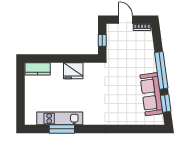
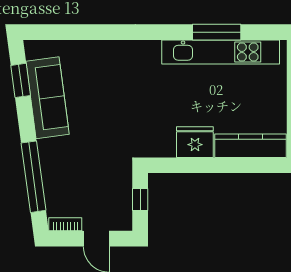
kitchen counter: (38, 69) -> (250, 146), width x1.50
window: (161, 70) -> (33, 177), moved
kitchen unit: (60, 118) -> (221, 52), width x1.36

